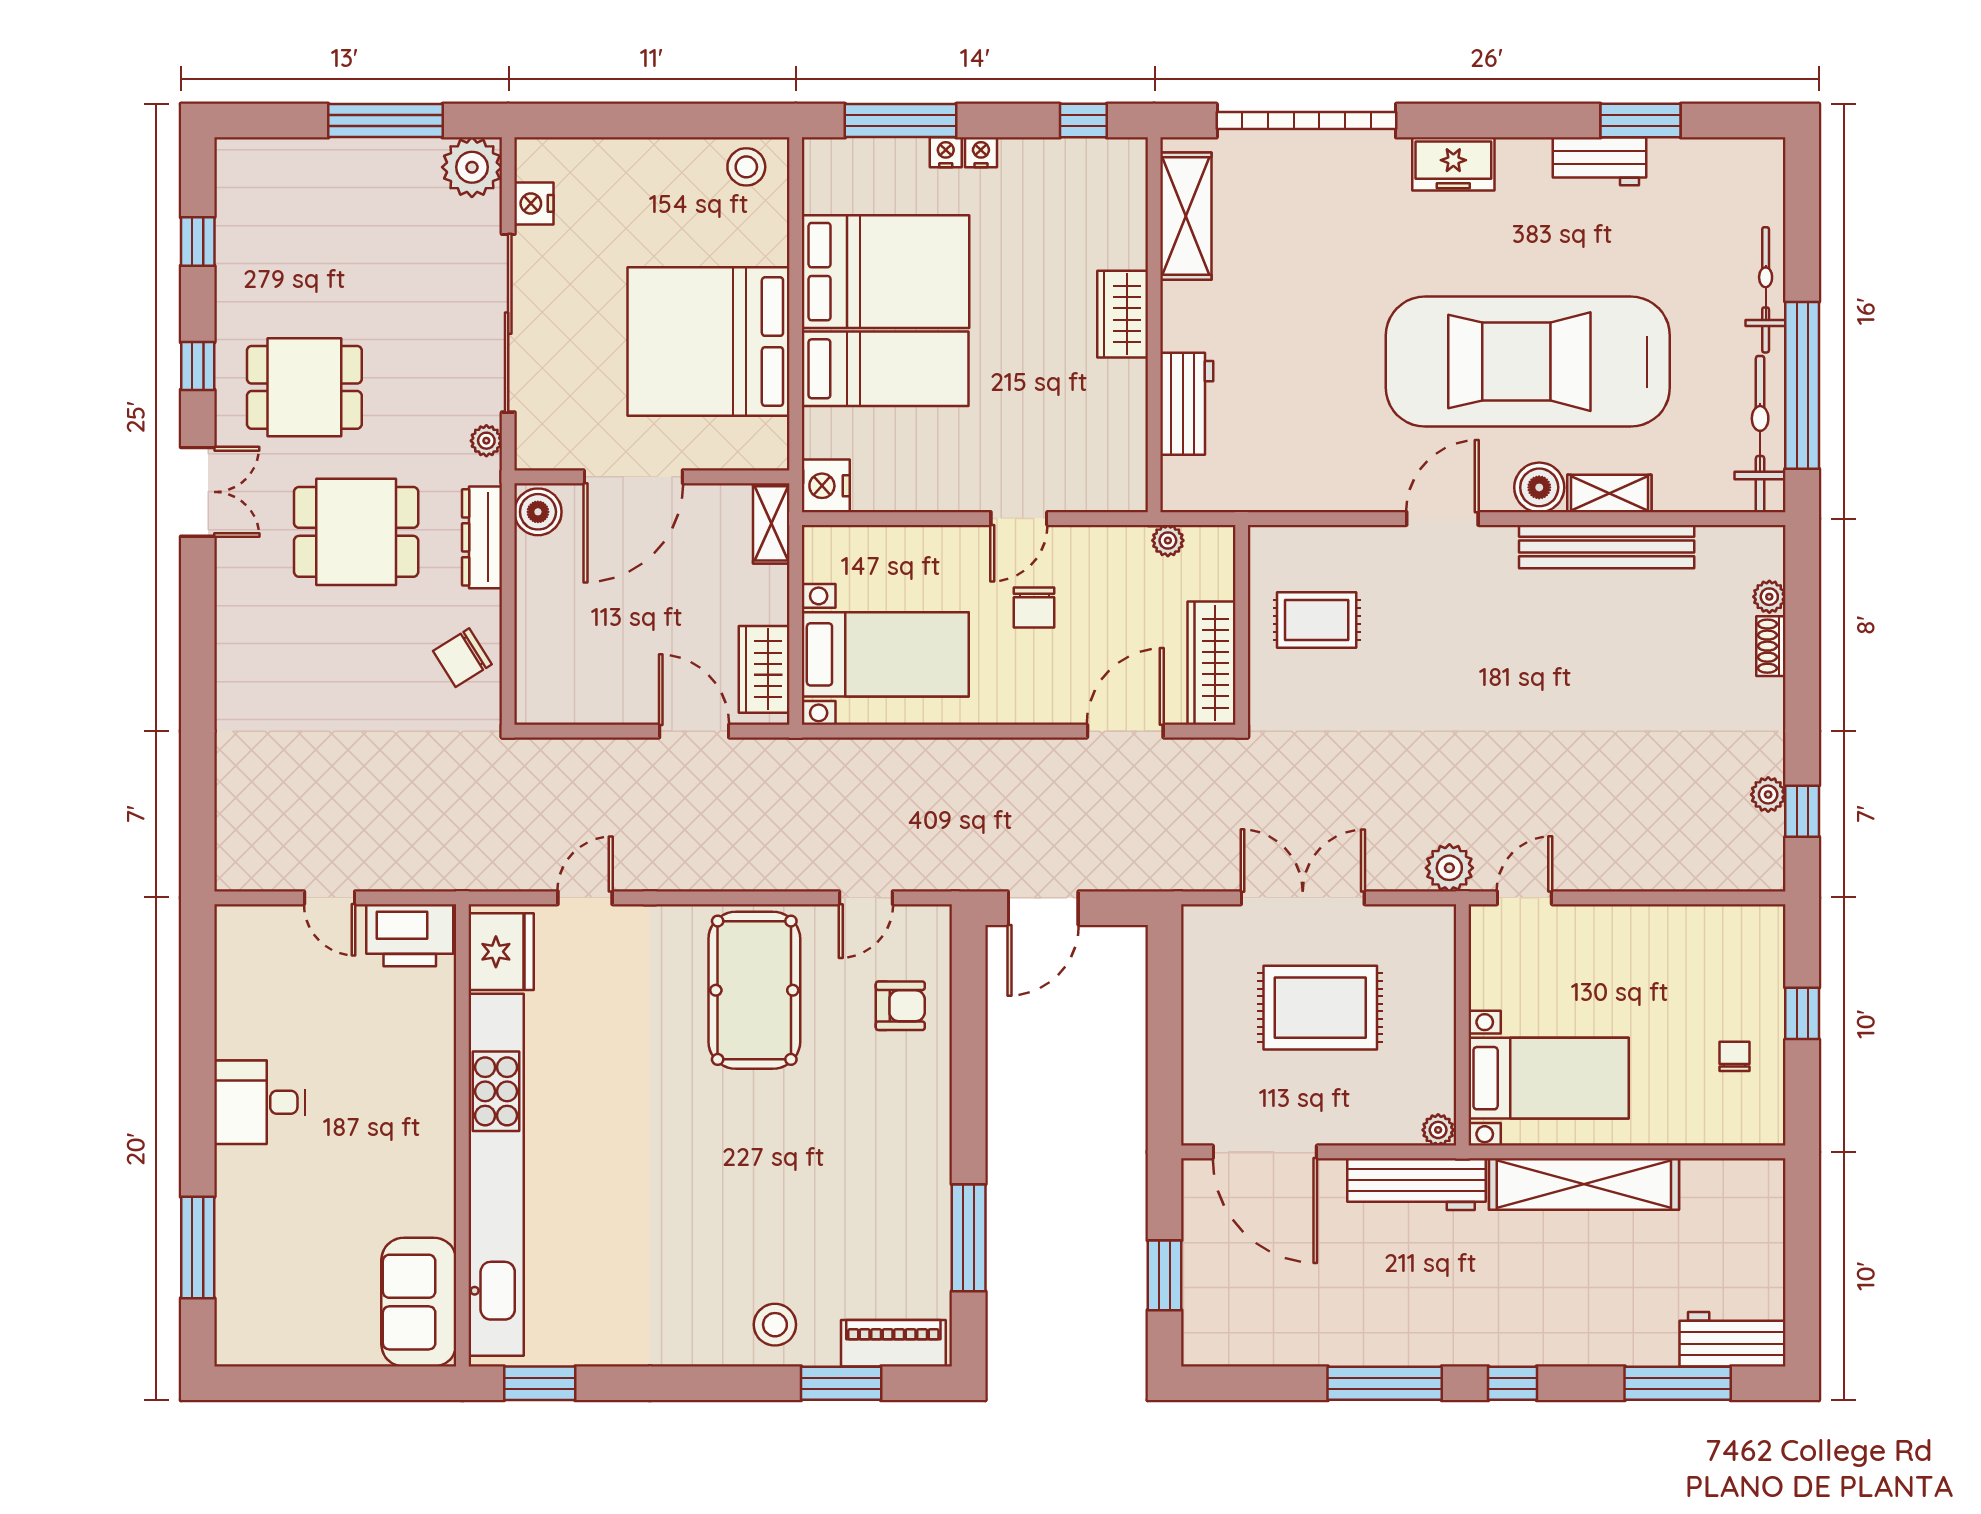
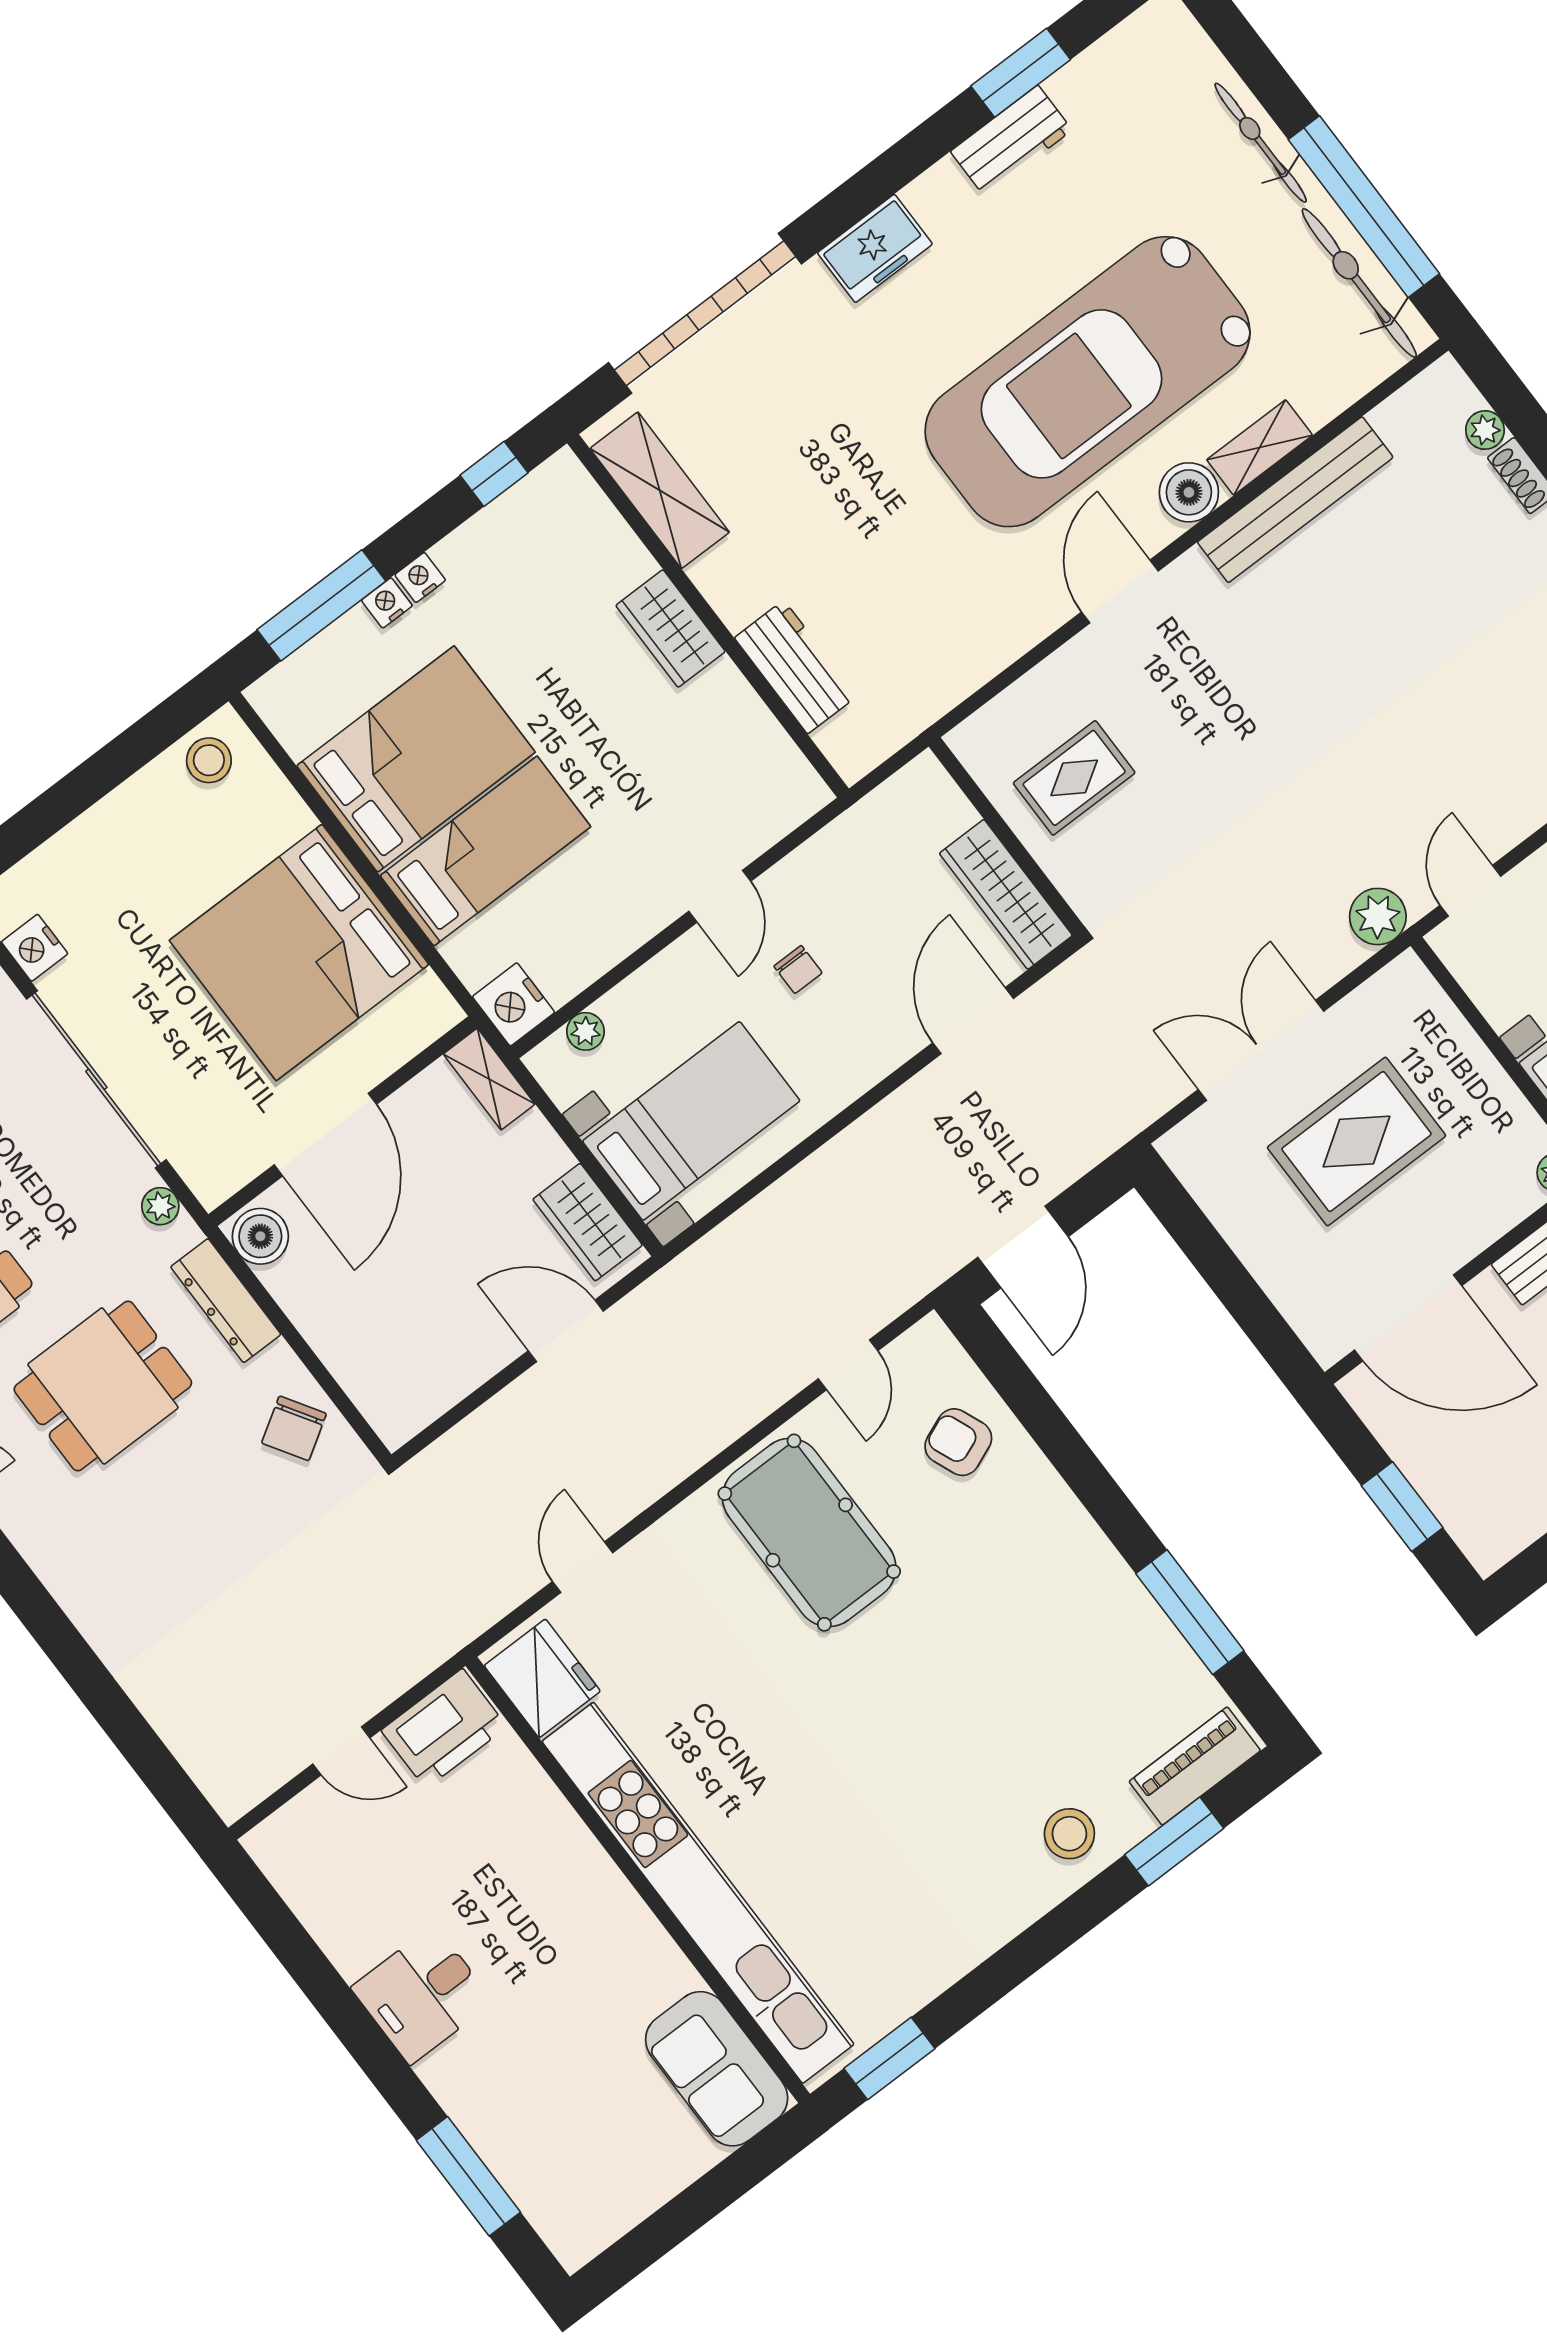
plant: (1168, 541) -> (586, 1031), moved
chair: (1034, 608) -> (798, 970), width x0.73, depth x0.73
armchair: (900, 1006) -> (958, 1442), turned -112

